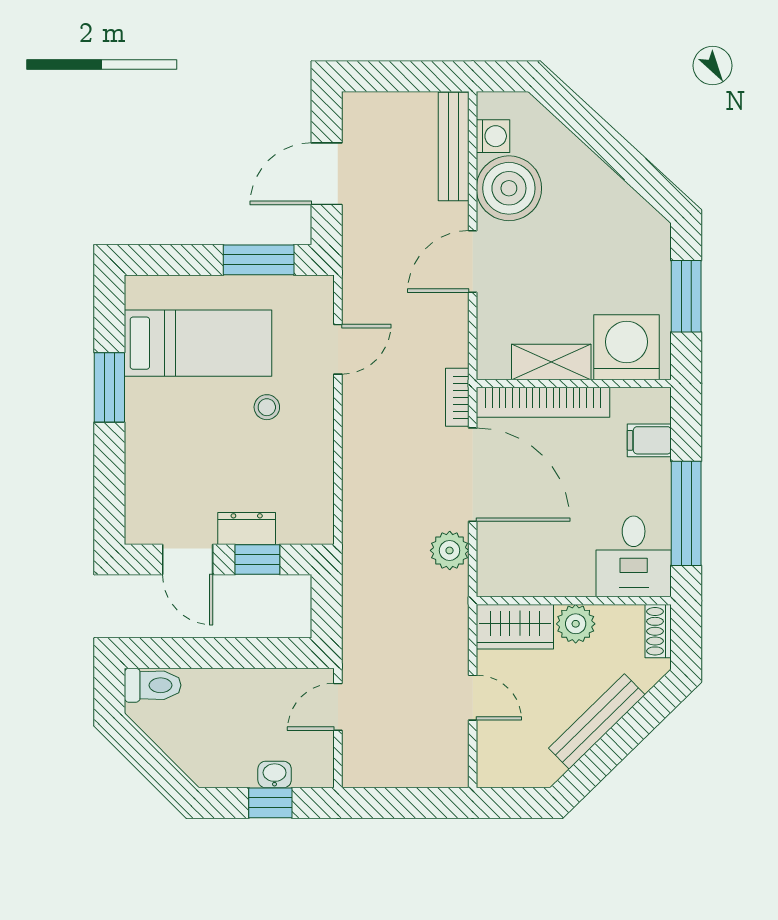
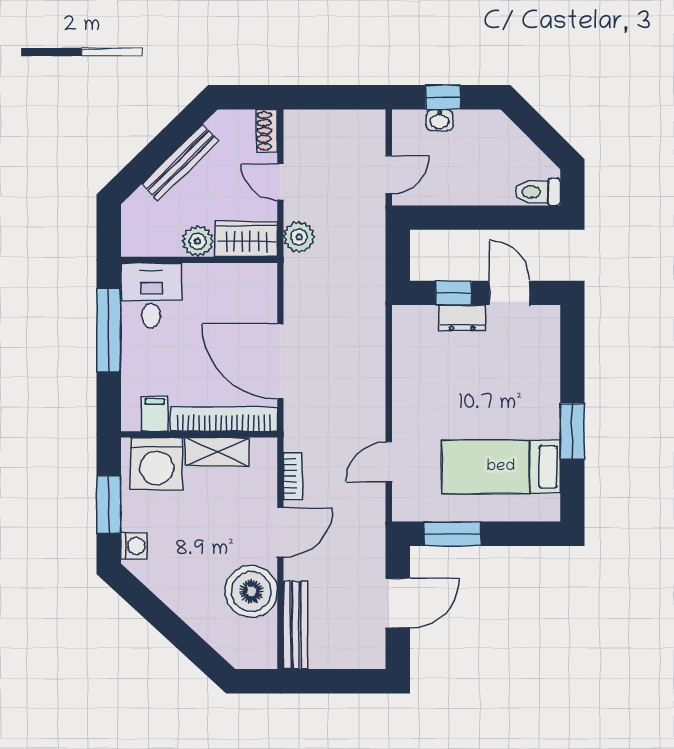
washing machine: (493, 136) -> (134, 546), moved, turned 180
bookcase: (457, 397) -> (293, 476), moved
stool: (267, 407) -> (446, 415), removed
filing cabinet: (649, 440) -> (155, 414), moved, turned -90
plant: (450, 550) -> (299, 237), moved
shoe rack: (658, 631) -> (267, 131), moved, turned 180

